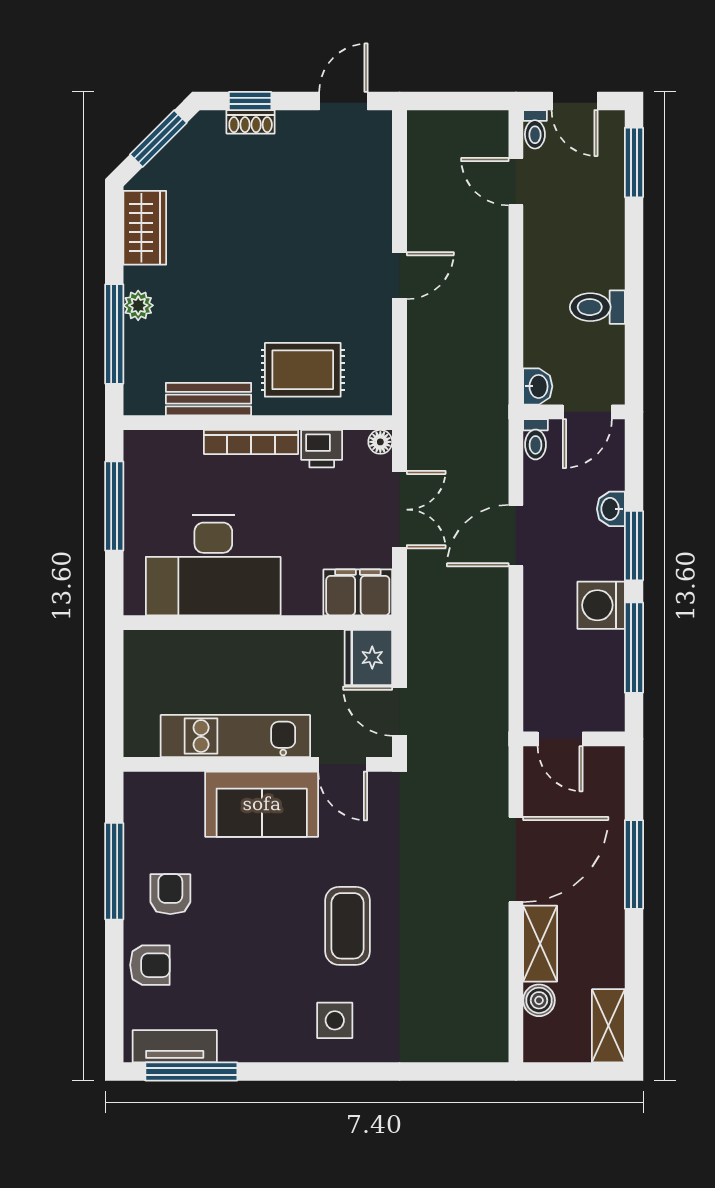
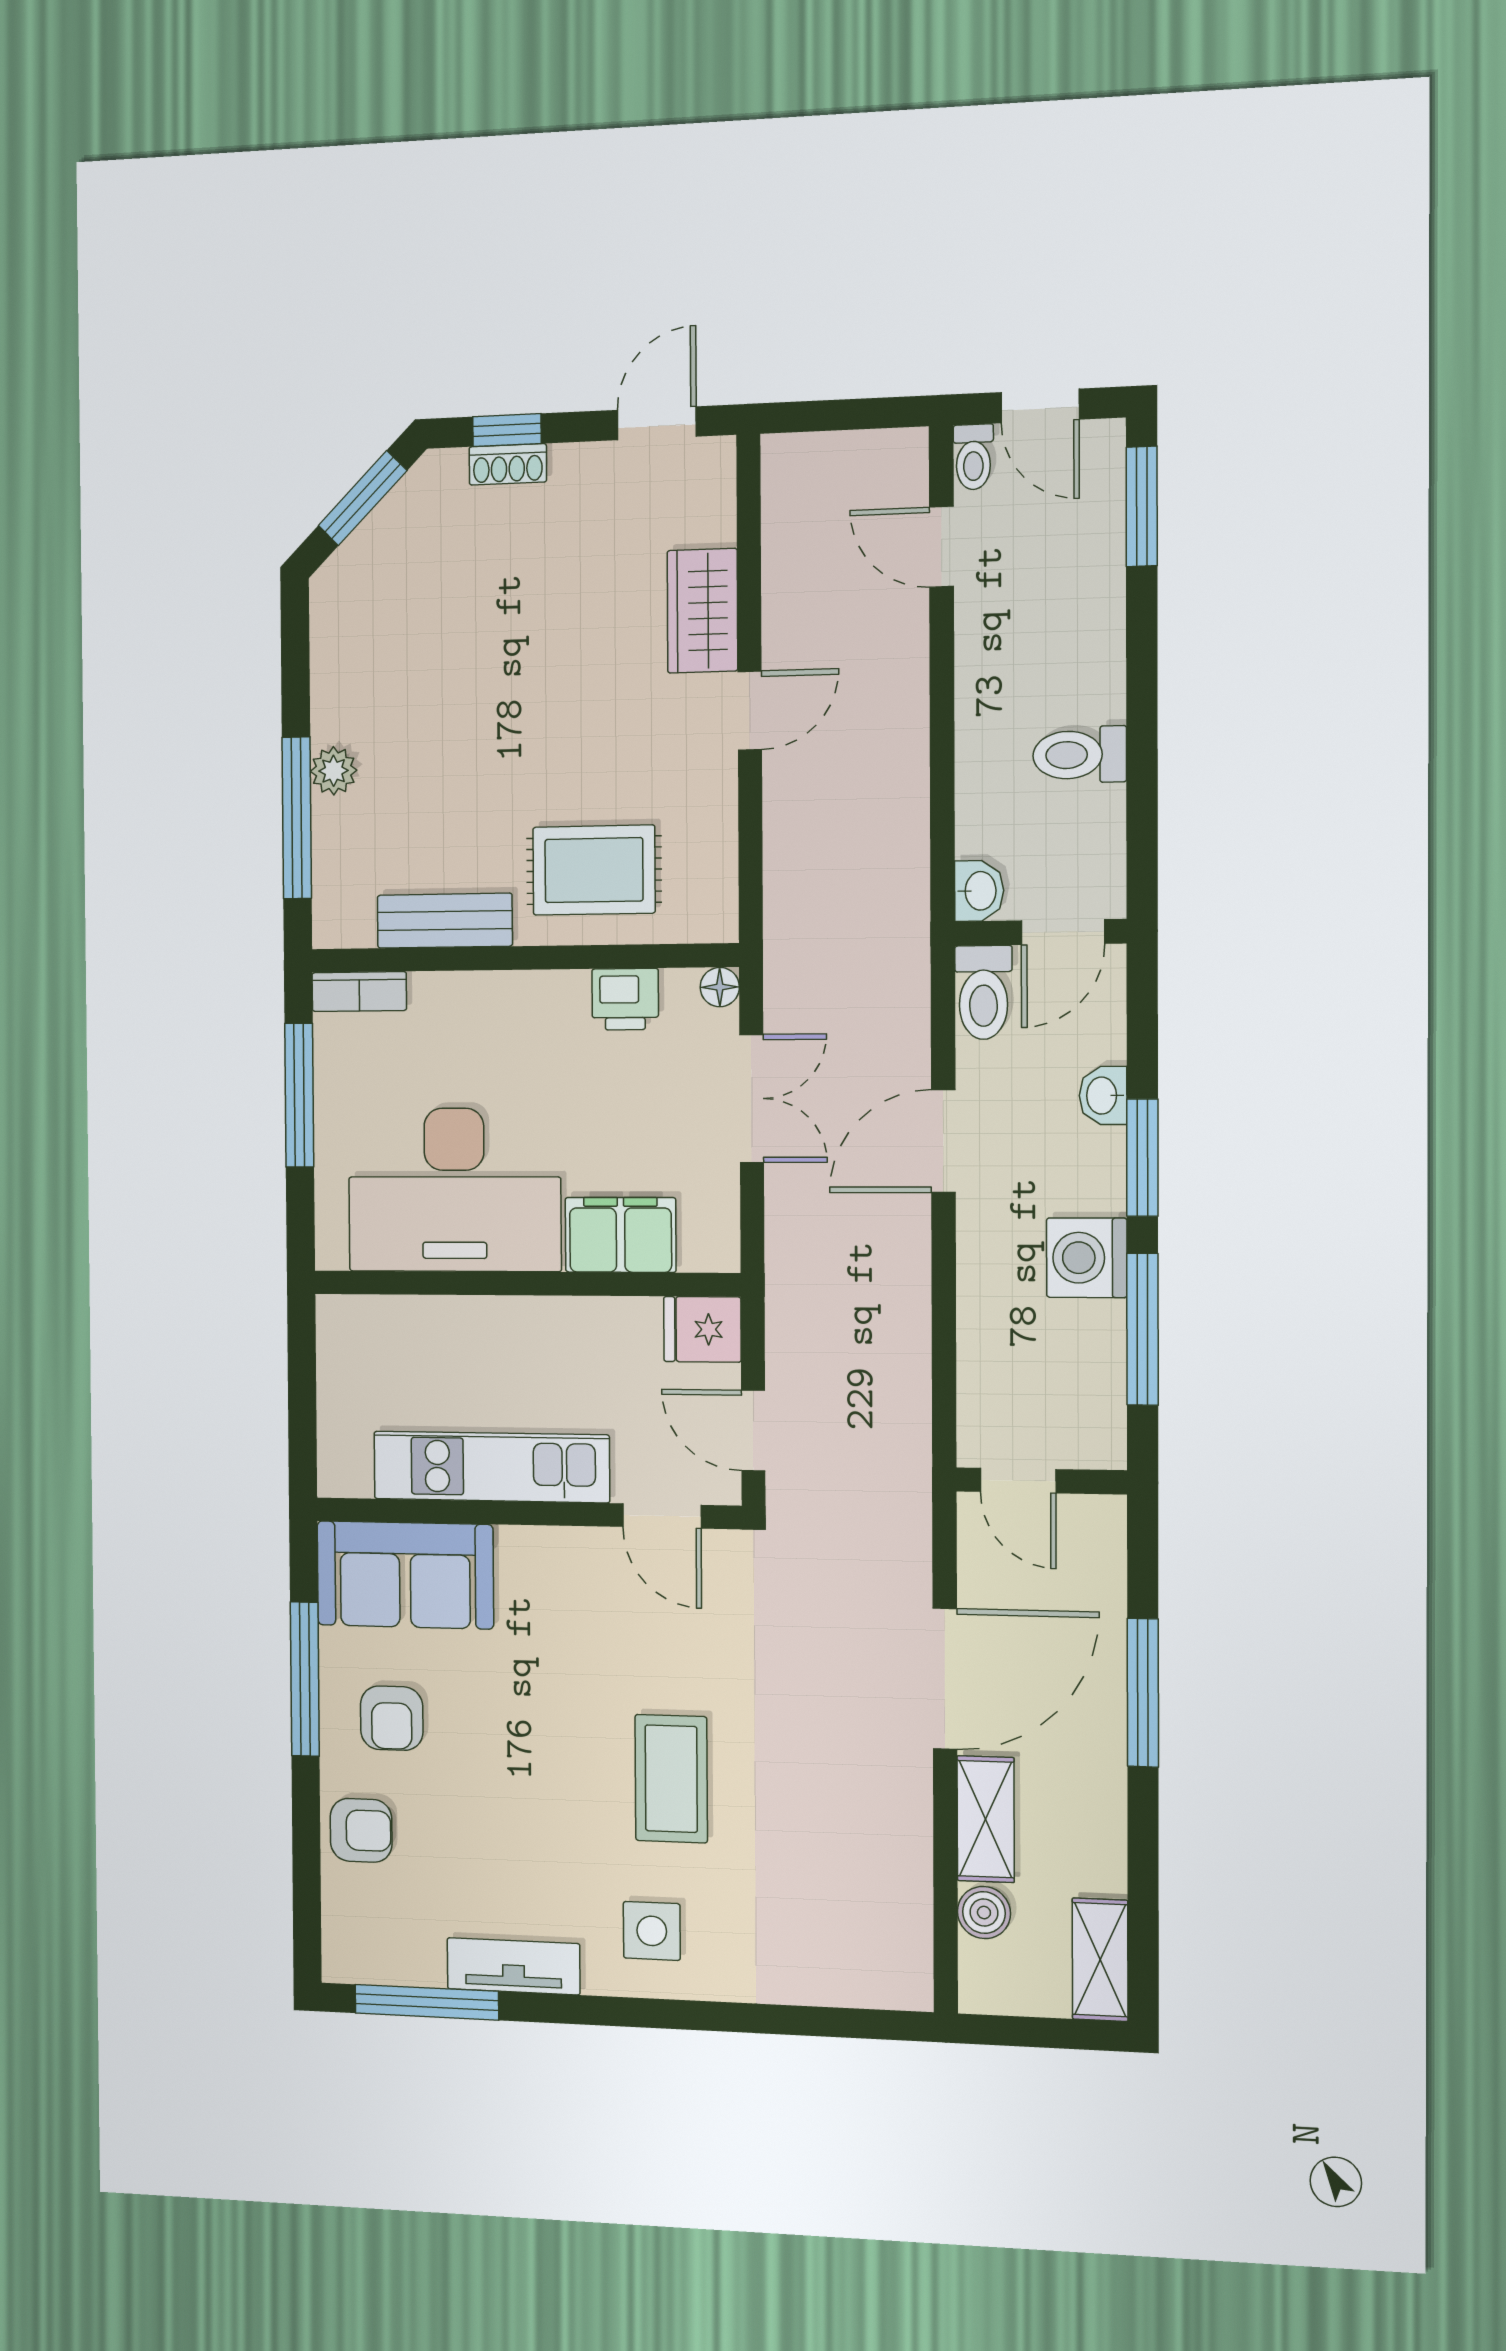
wardrobe: (145, 228) -> (702, 611), moved, turned 180
toilet: (536, 439) -> (983, 993), width x1.37, depth x1.39
bookcase: (251, 442) -> (359, 991), moved, width x0.64
filing cabinet: (358, 592) -> (621, 1235), moved
fridge: (368, 658) -> (702, 1329), width x0.72
sofa: (262, 804) -> (405, 1575), moved
armchair: (170, 894) -> (392, 1718), turned 180
tv unit: (175, 1046) -> (513, 1966), moved

